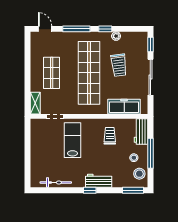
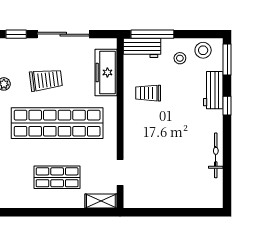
lab bench: (73, 140) -> (154, 147), removed
window: (150, 153) -> (152, 34), moved
workbench: (99, 181) -> (213, 90), moved
bicycle: (56, 183) -> (216, 155), moved
window: (90, 190) -> (227, 106), moved

